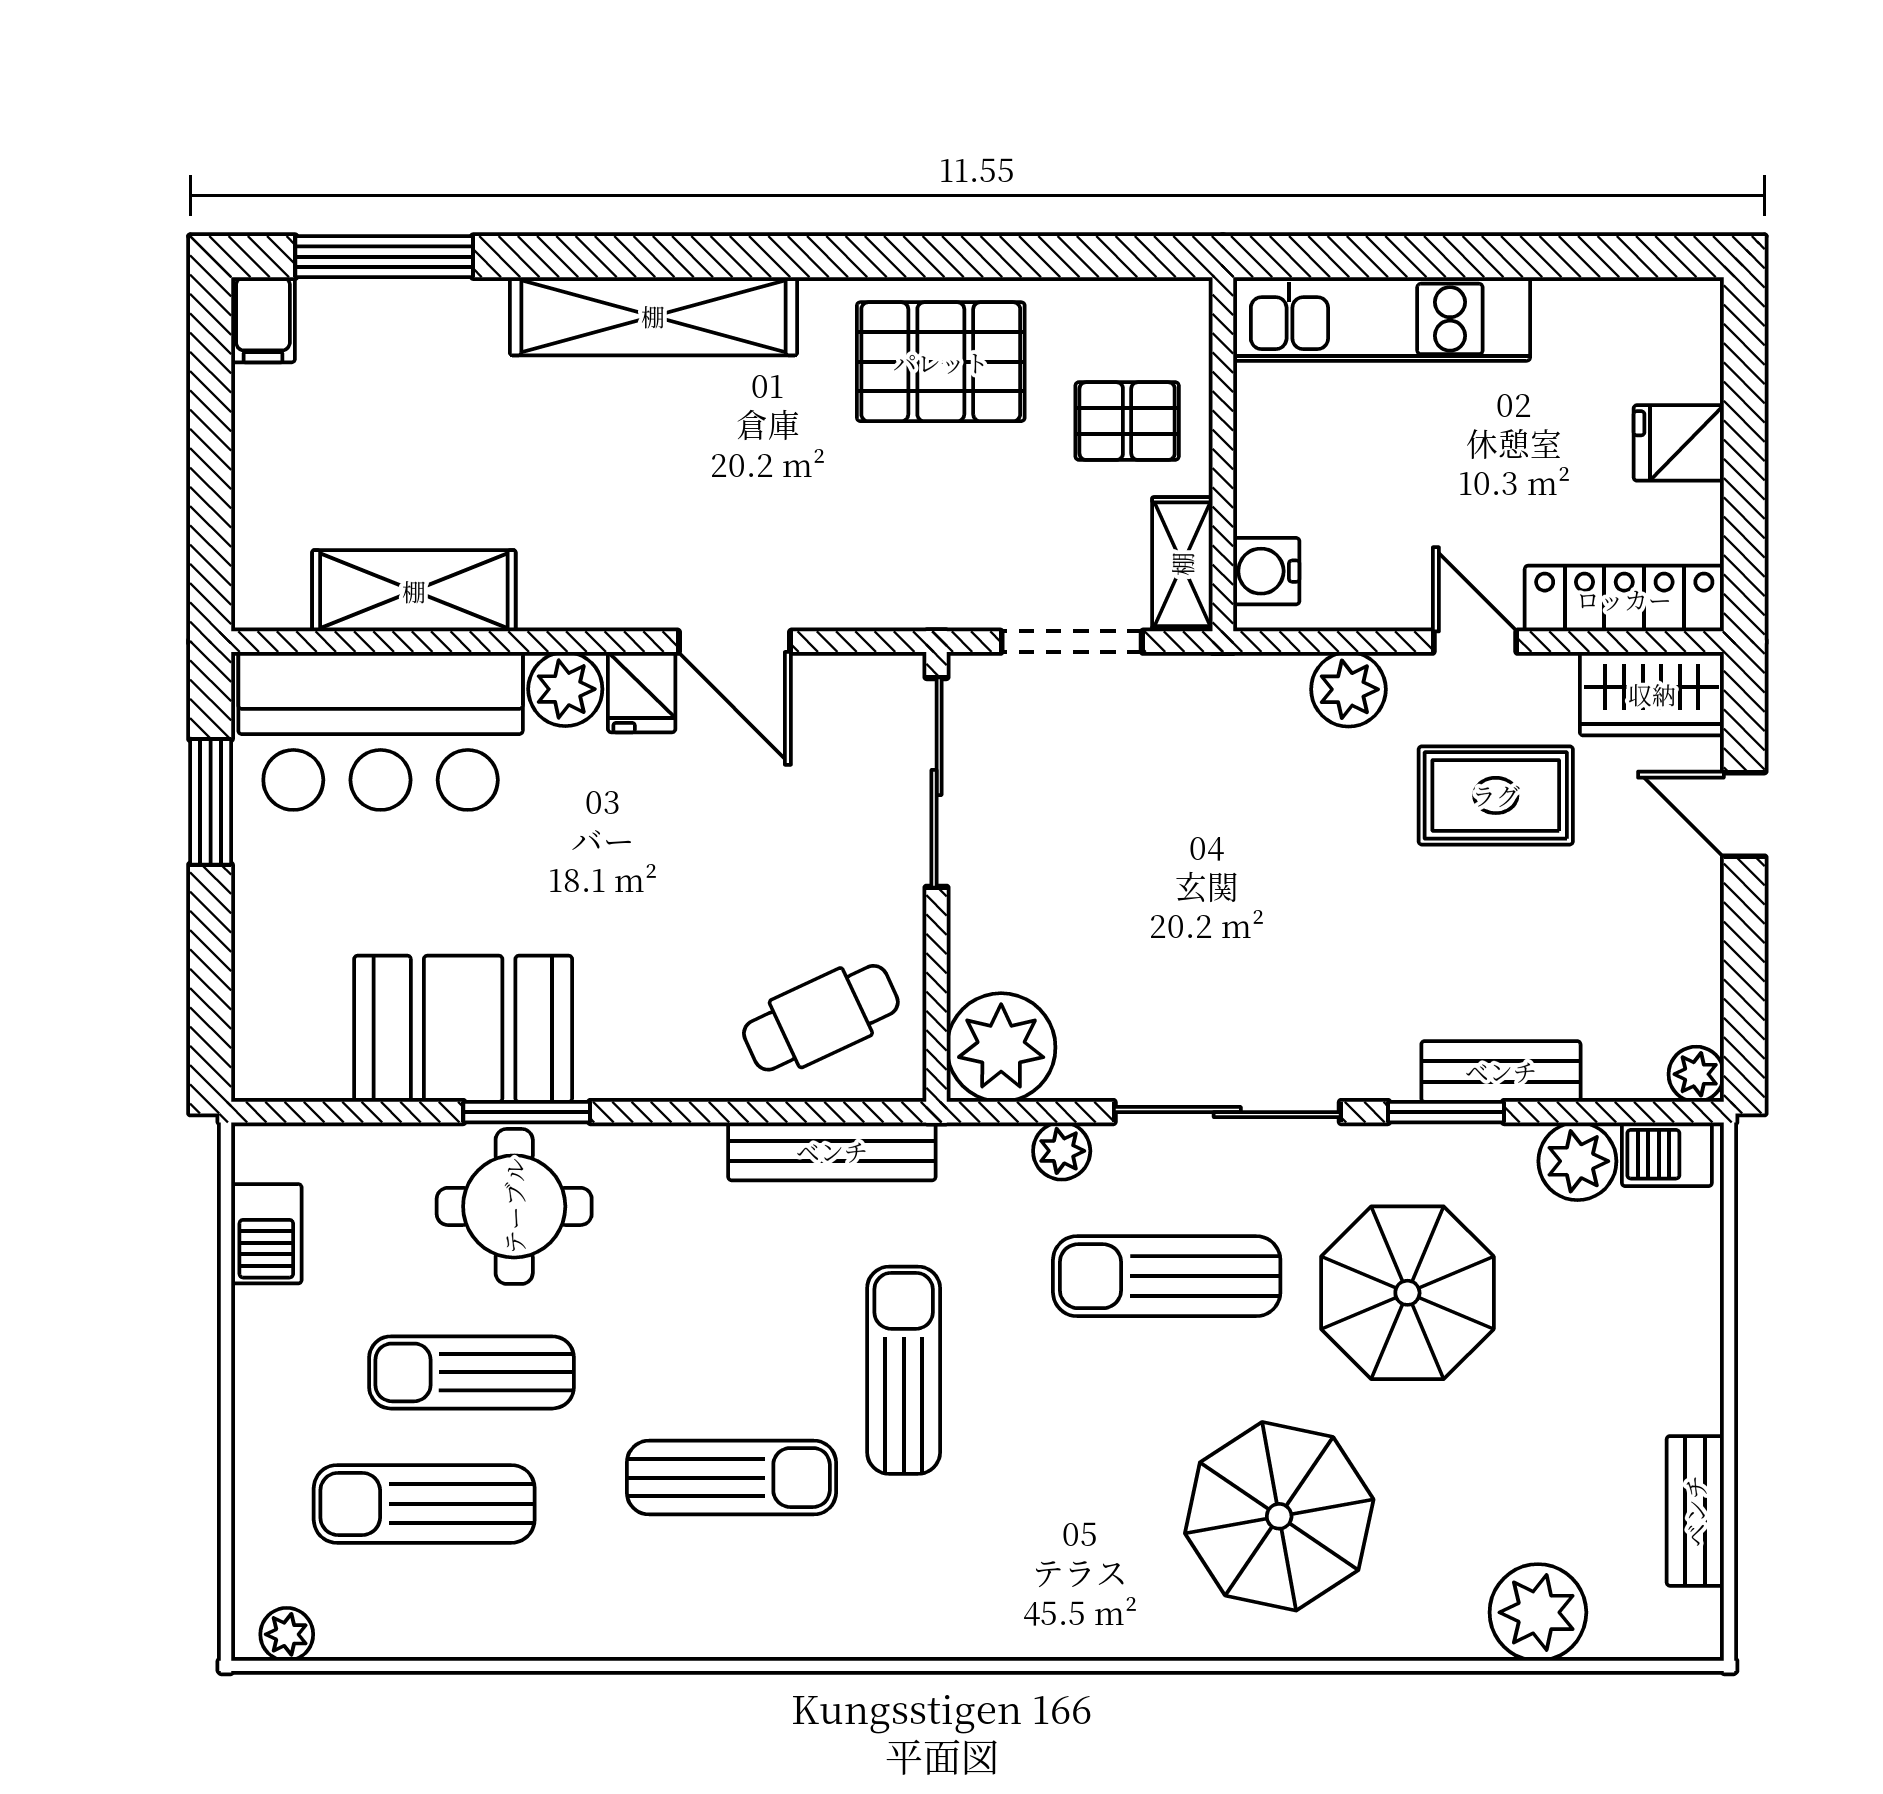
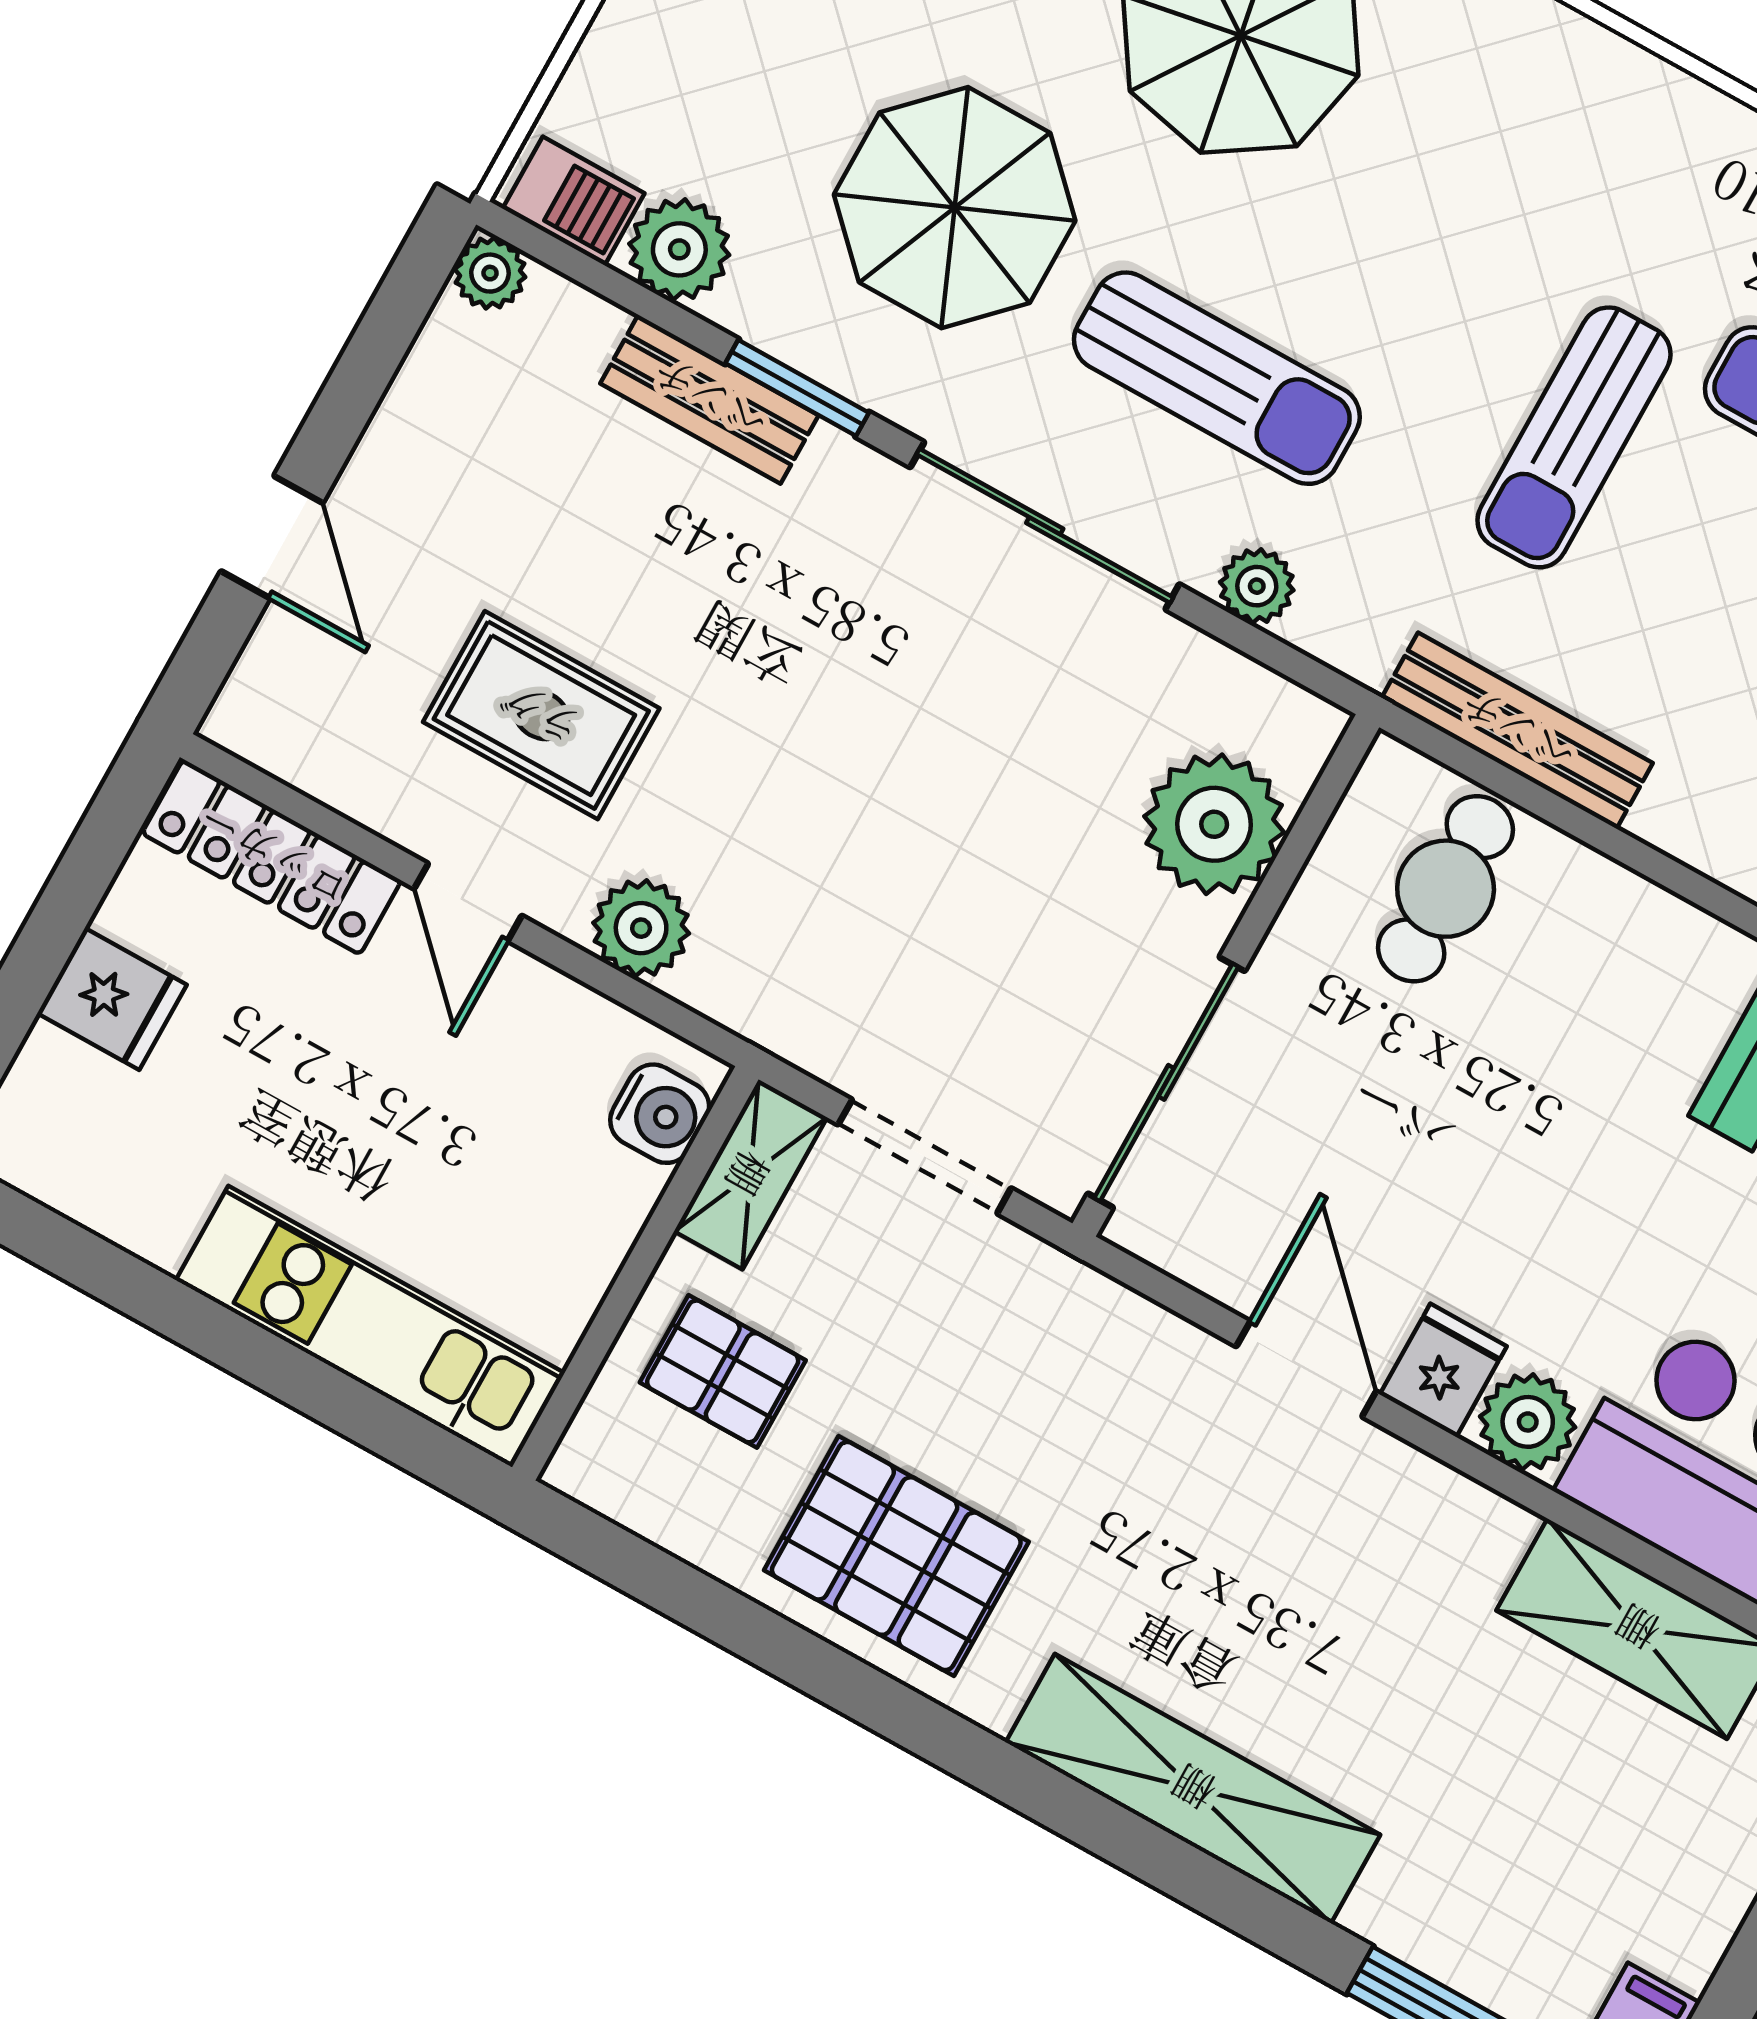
wardrobe: (1652, 694) -> (300, 732), removed
cafe table: (821, 1018) -> (1446, 889), turned -65
plant: (1001, 1047) -> (1214, 824), moved

